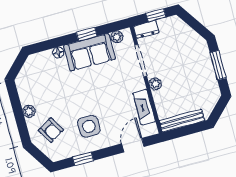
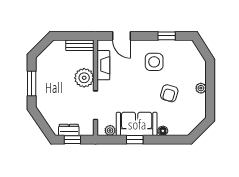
dresser: (146, 29) -> (69, 130), moved
plant: (155, 84) -> (84, 78), width x1.87, depth x1.87
bench: (182, 121) -> (80, 45), width x0.73
armchair: (51, 130) -> (169, 93), moved, turned -133
door: (133, 145) -> (121, 36), hinge flipped

